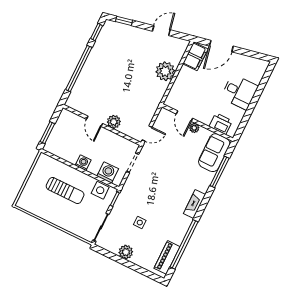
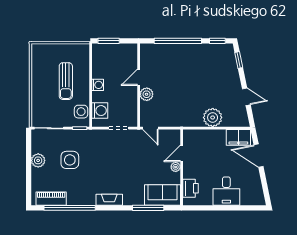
side table: (140, 223) -> (70, 160), width x1.87, depth x1.87

